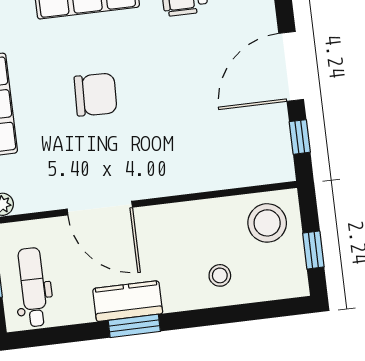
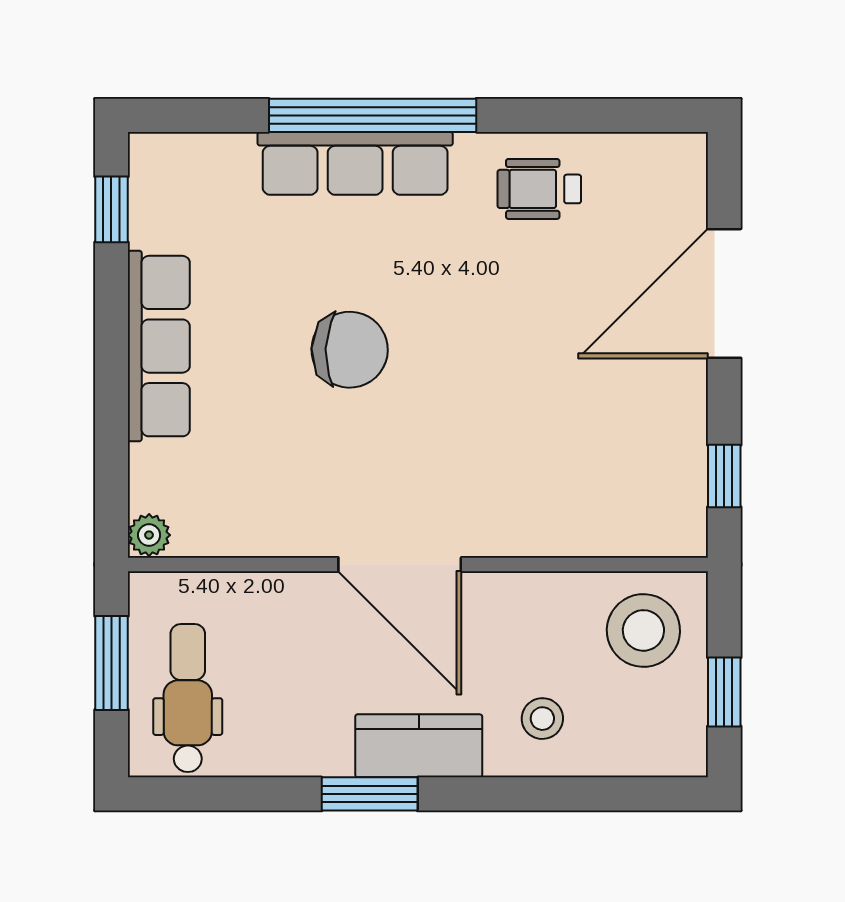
door: (291, 66) -> (724, 293), moved
door: (100, 208) -> (400, 564), moved
kitchen counter: (128, 301) -> (419, 746), moved

